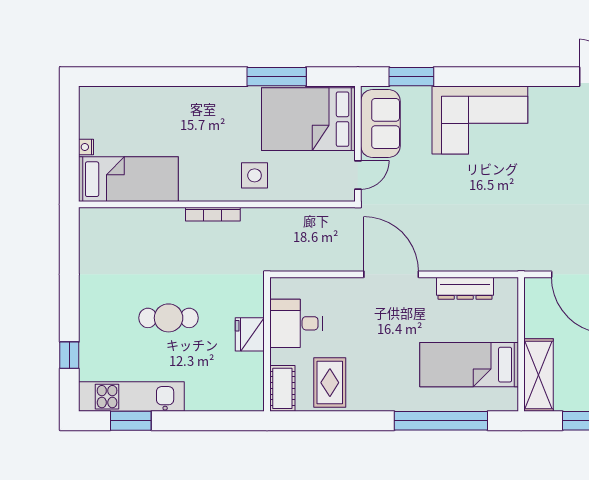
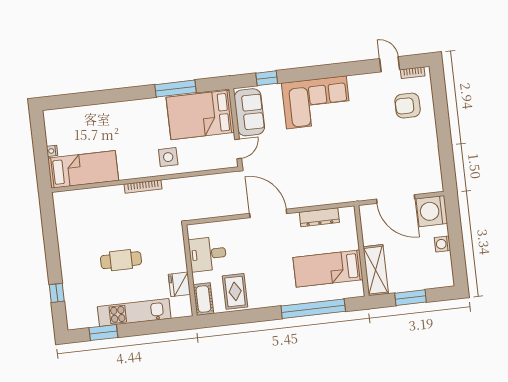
window: (411, 77) -> (267, 78), width x0.67
fridge: (250, 334) -> (179, 284), moved
kitchen unit: (131, 397) -> (134, 313), moved

